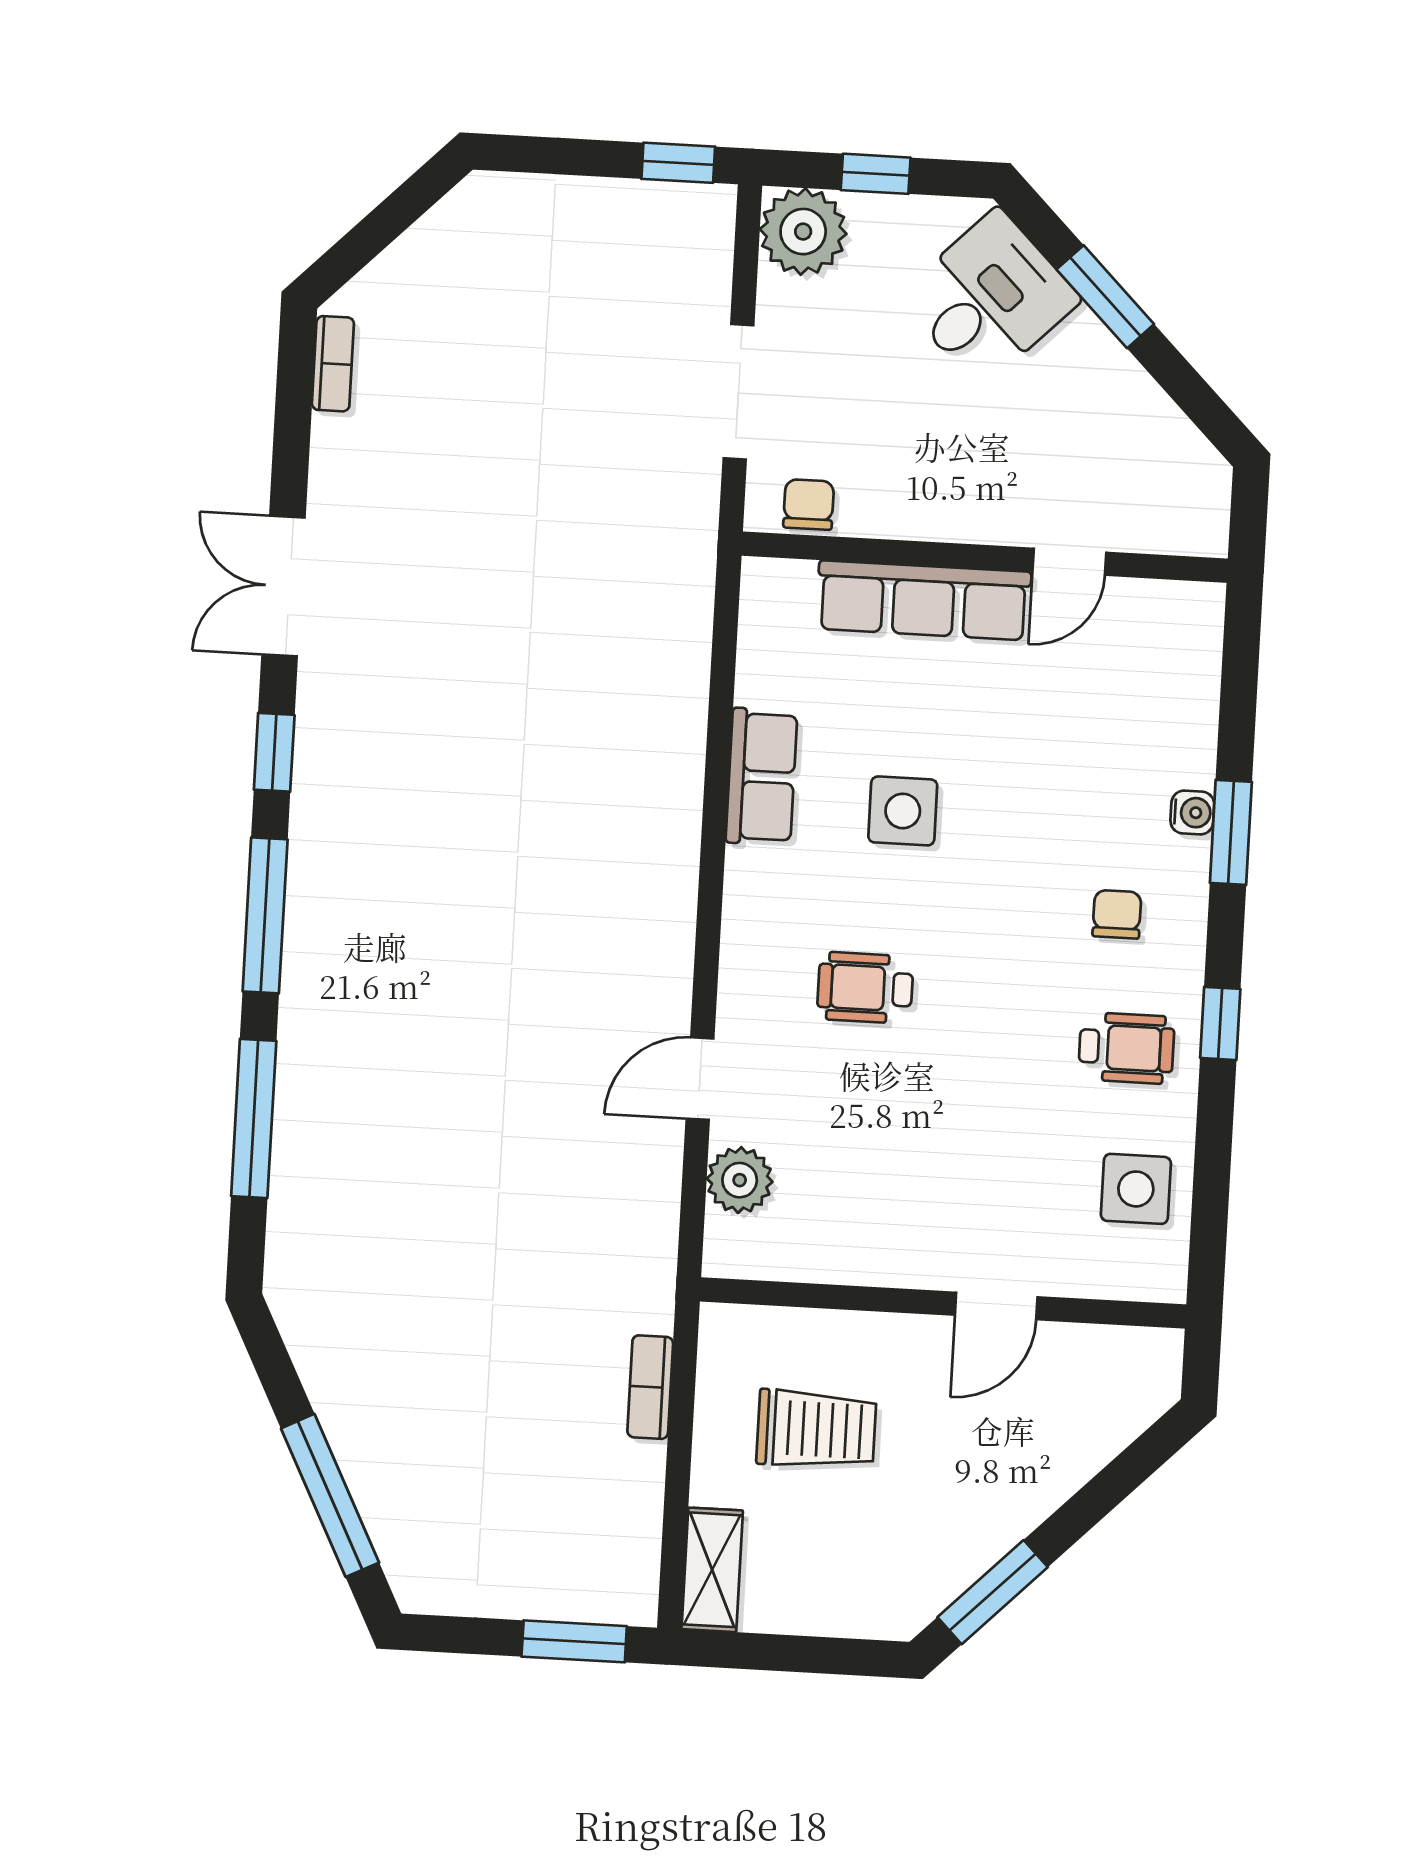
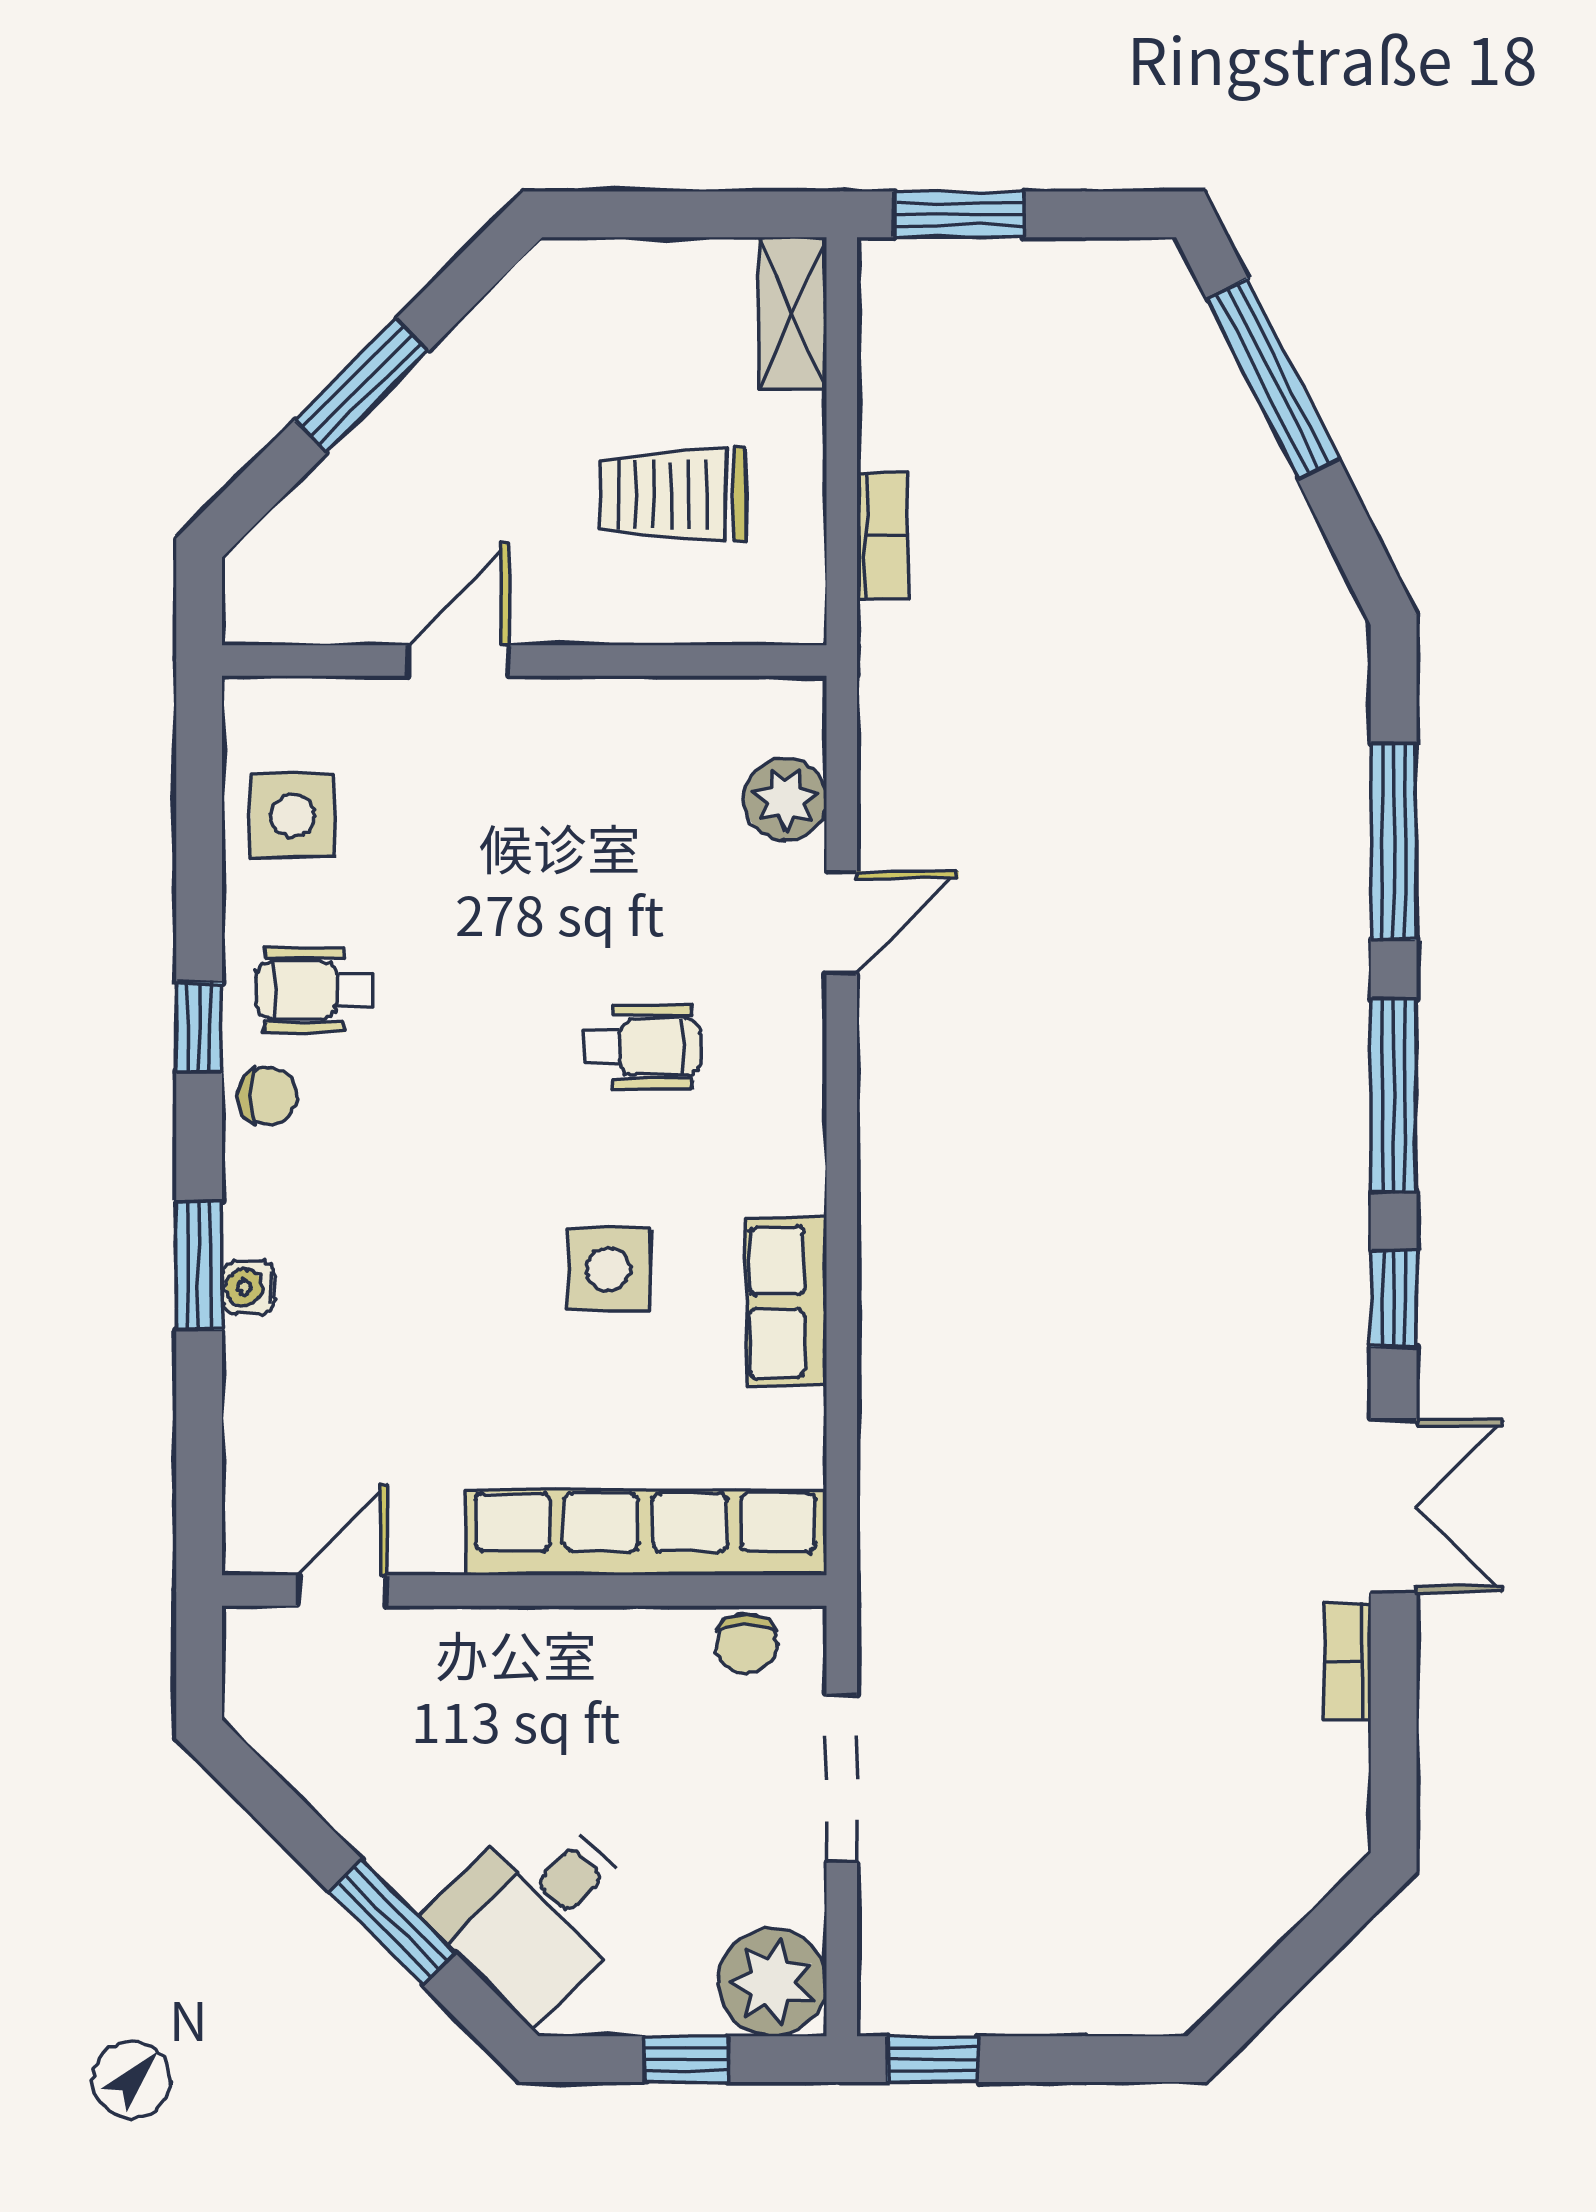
bookcase: (333, 364) -> (1348, 1661), moved
door: (1069, 562) -> (342, 1590), moved
row of seats: (924, 600) -> (645, 1532), width x1.36
chair: (1117, 914) -> (267, 1096), moved, turned -90
window: (993, 1592) -> (362, 386), moved

